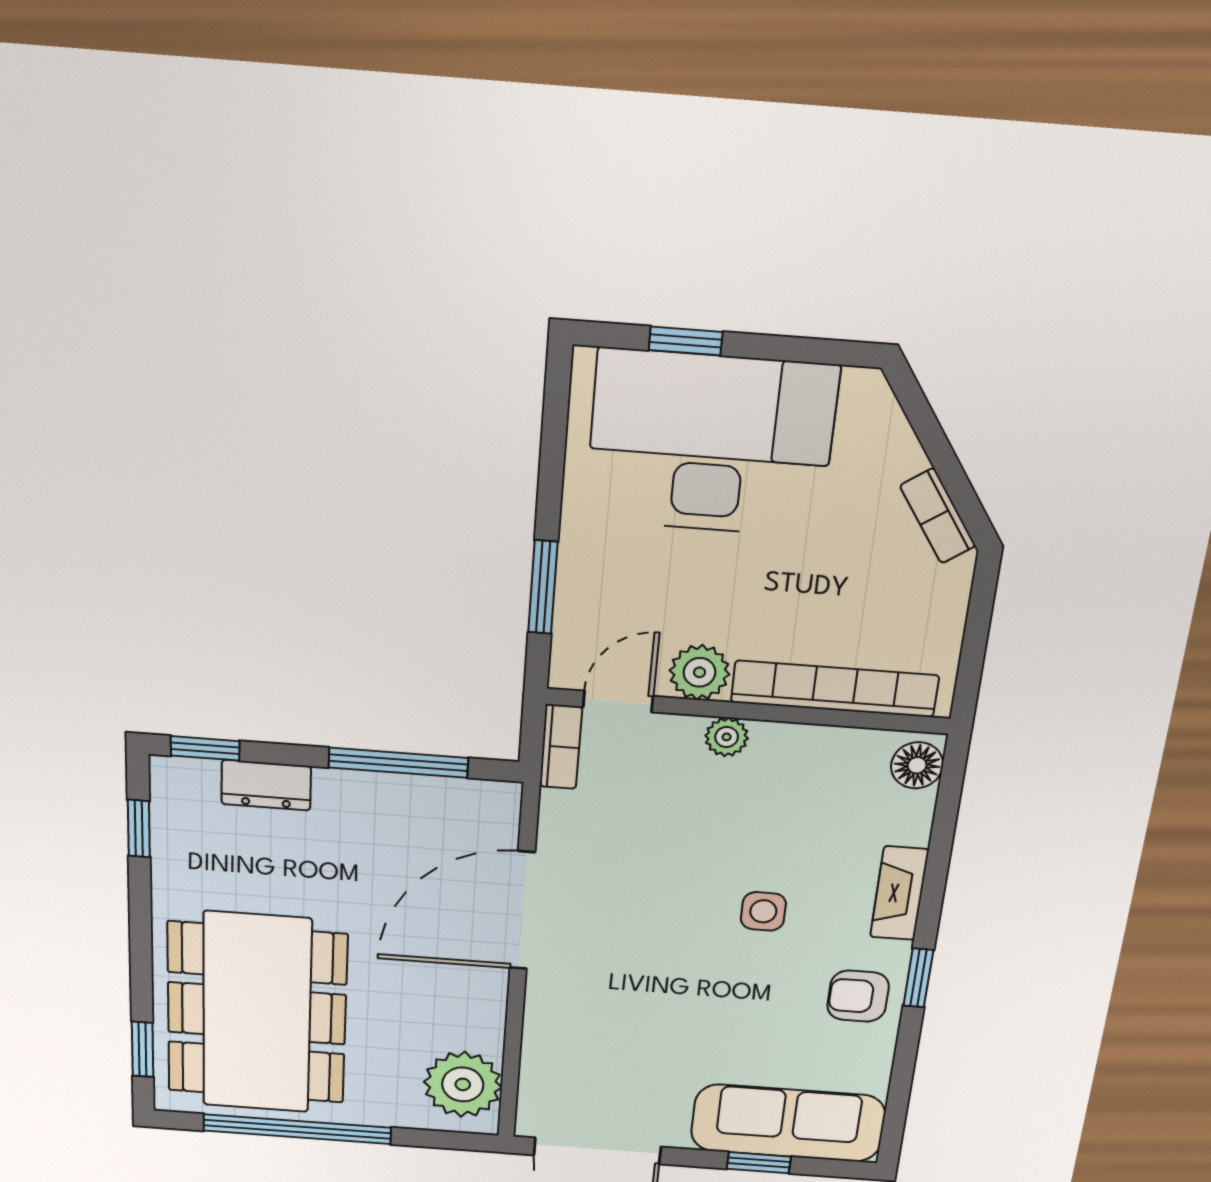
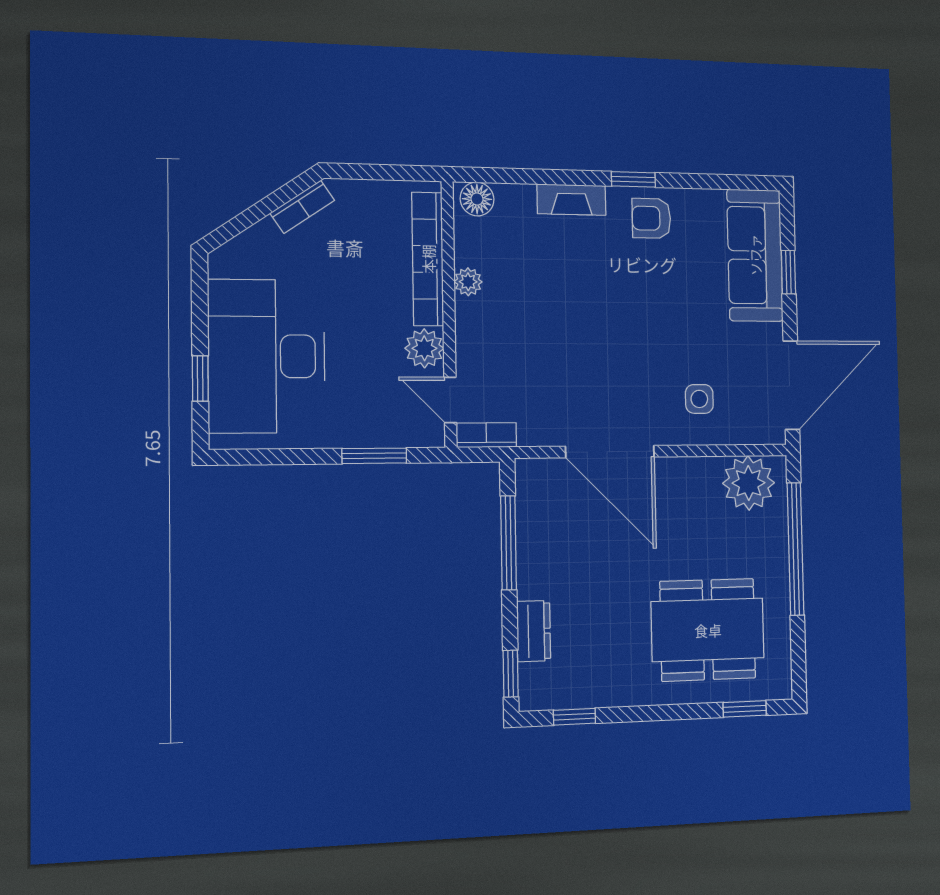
plant: (727, 737) -> (468, 282), moved
side table: (763, 911) -> (699, 399), moved
armchair: (858, 996) -> (651, 218), turned 90
dining table: (257, 1013) -> (708, 630), width x0.73, depth x0.80
window: (297, 1129) -> (796, 549), moved

